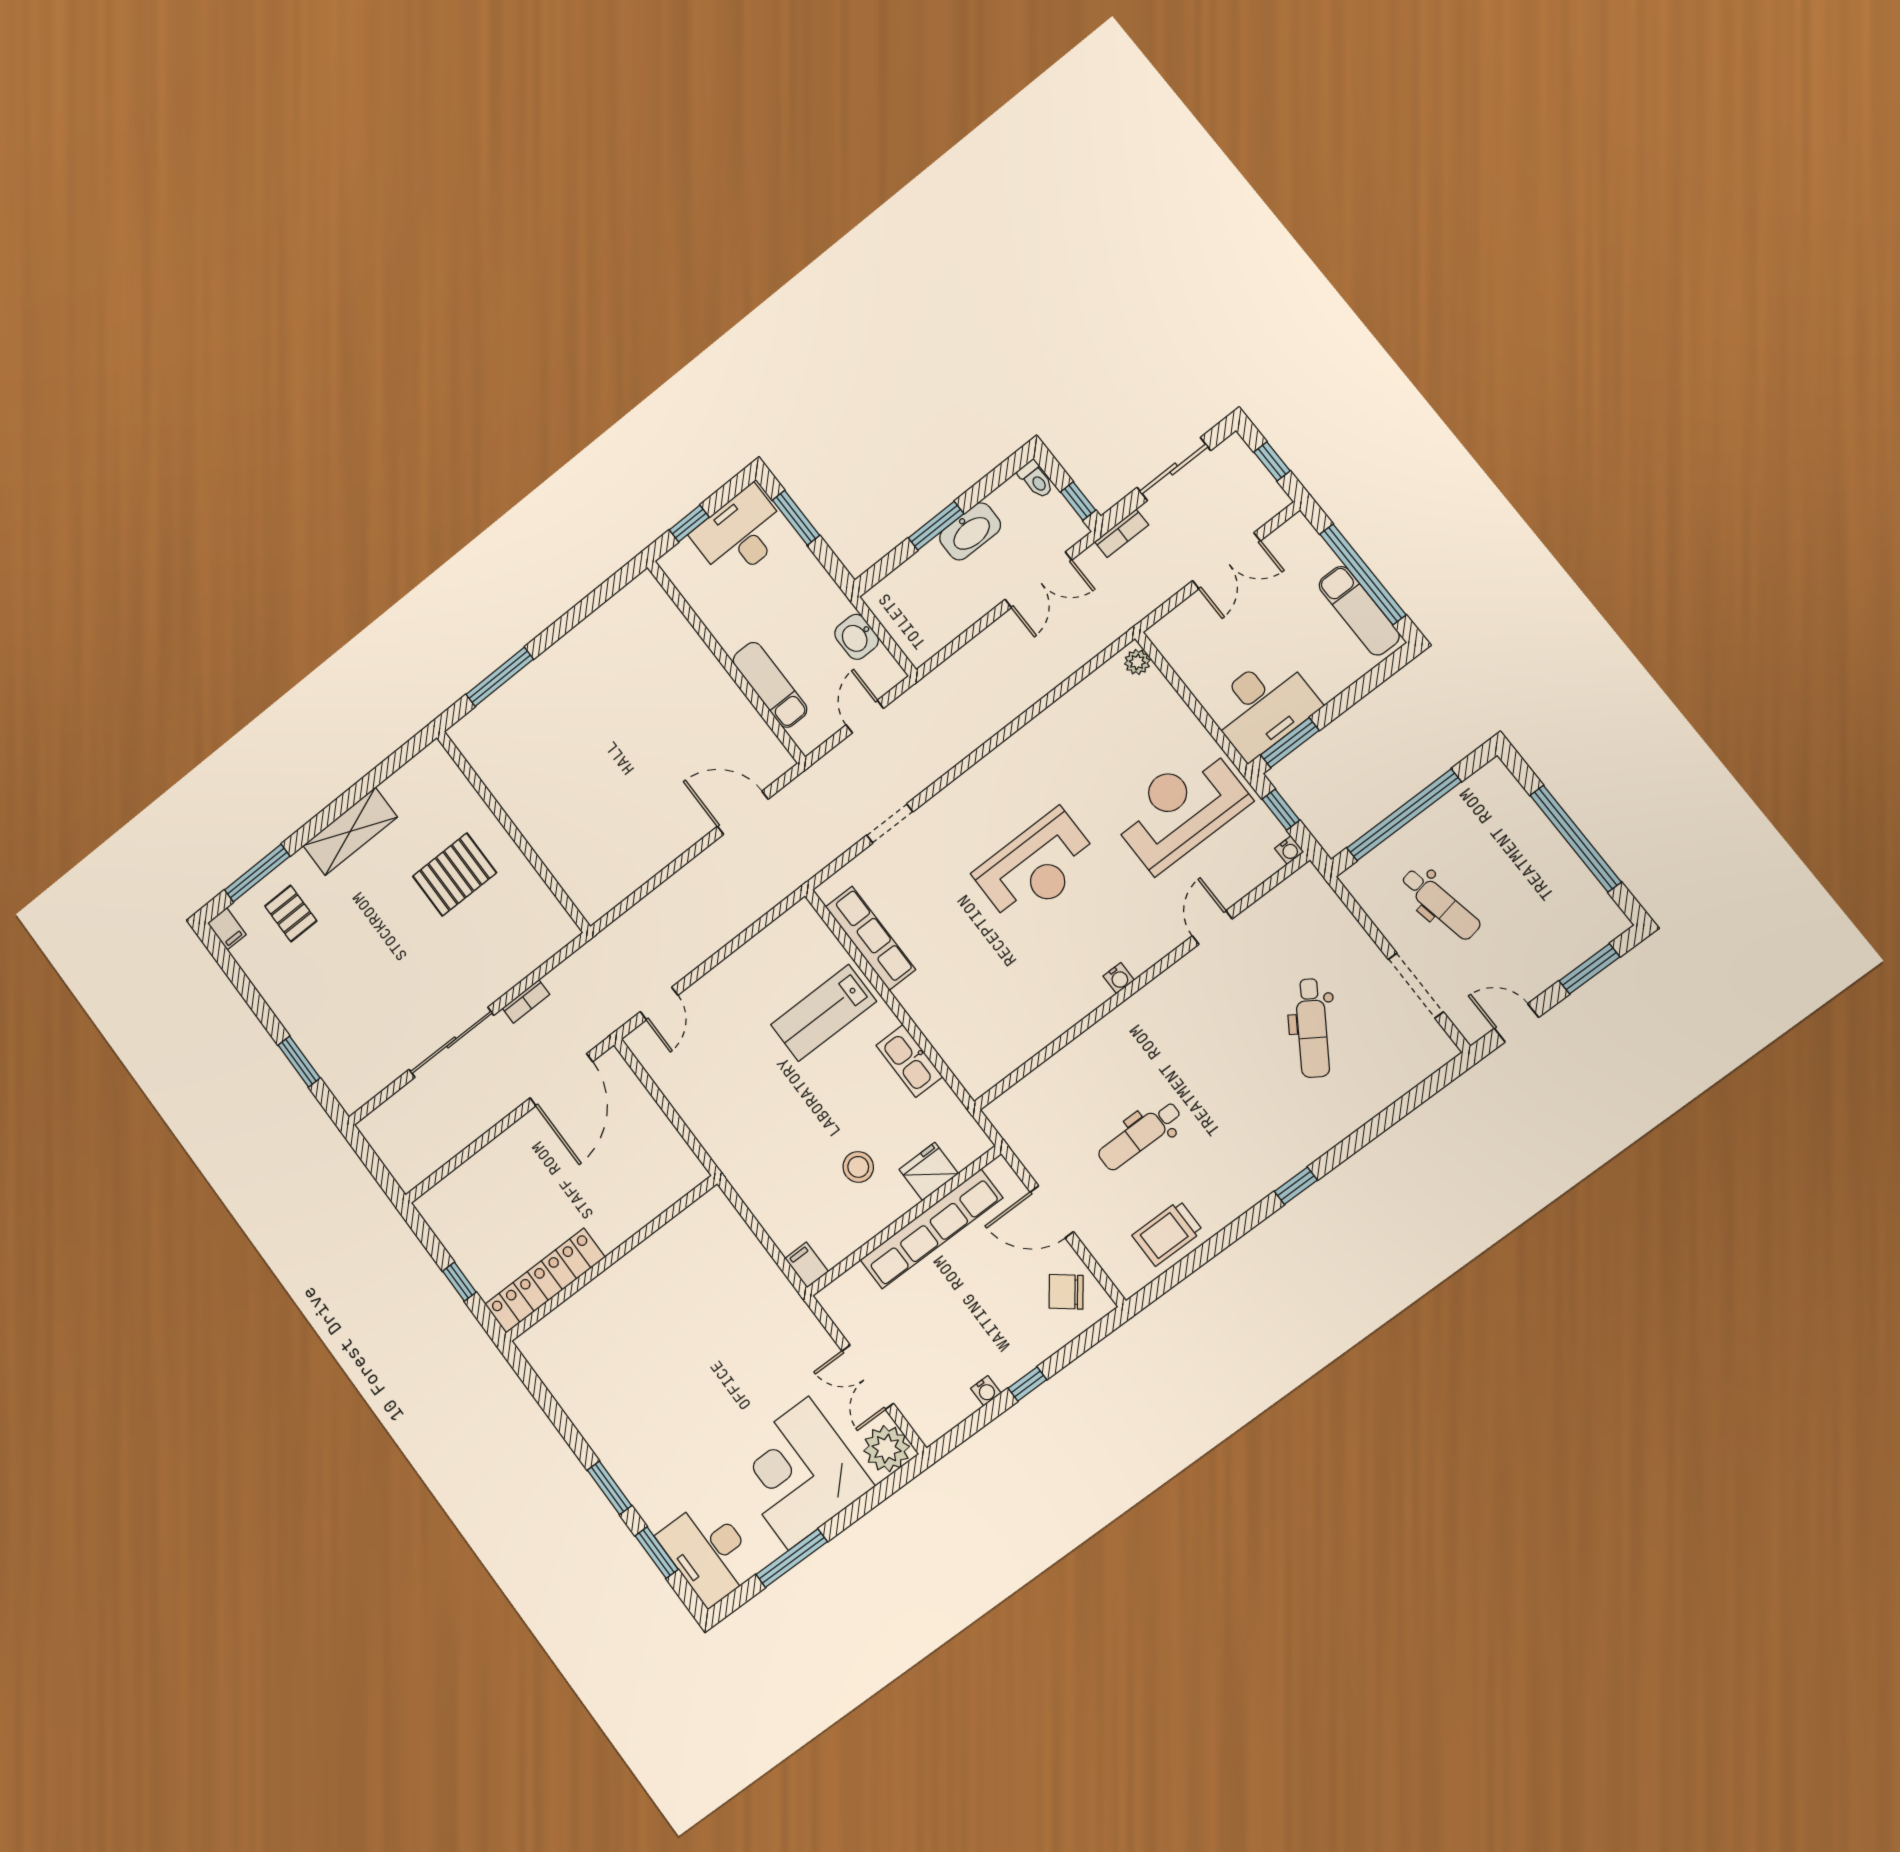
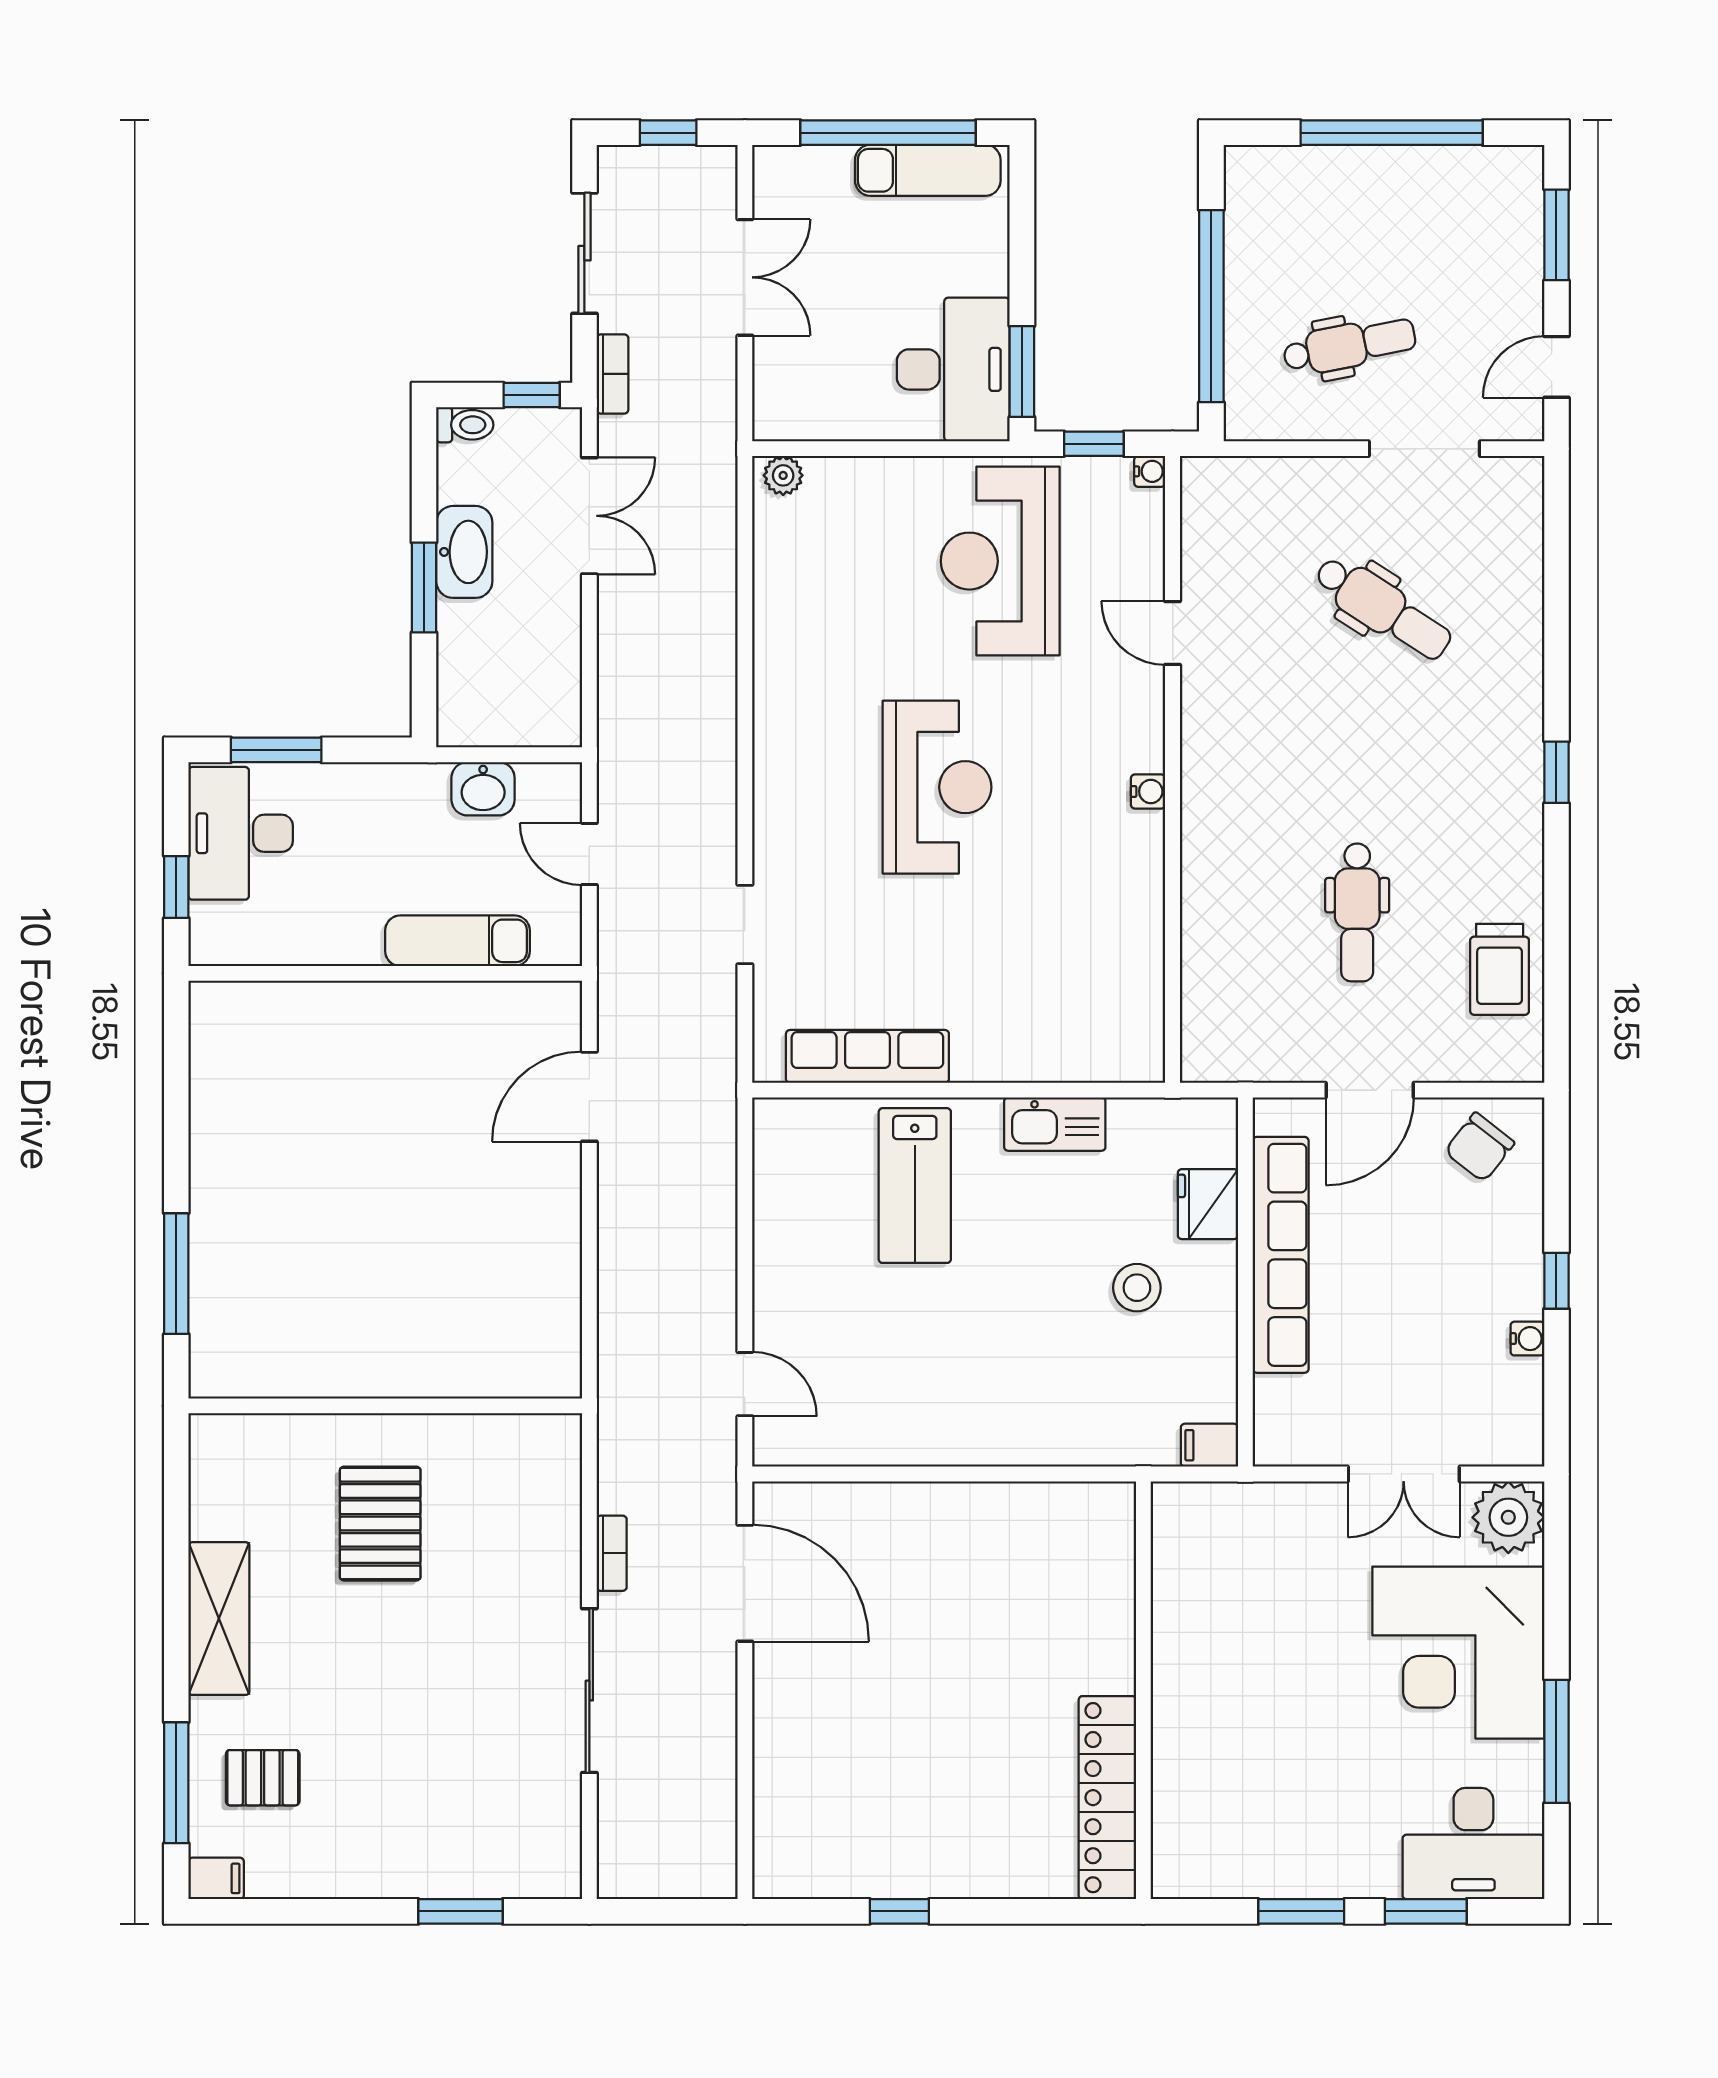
wall: (611, 1259) -> (1143, 1690), moved
locker: (545, 1281) -> (1107, 1798), moved

